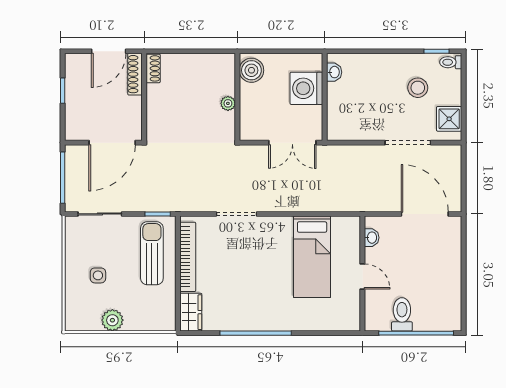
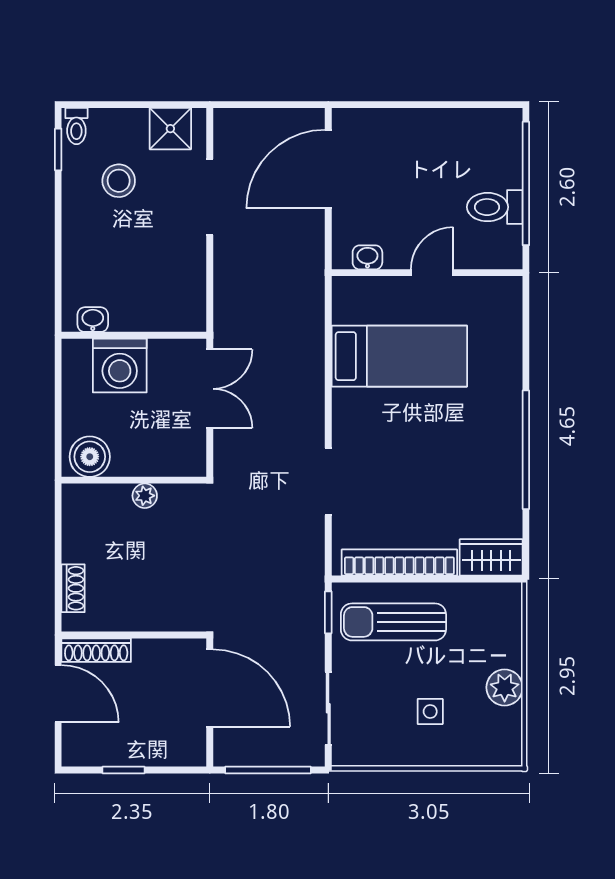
shoe rack: (153, 68) -> (73, 588), moved, turned 90

